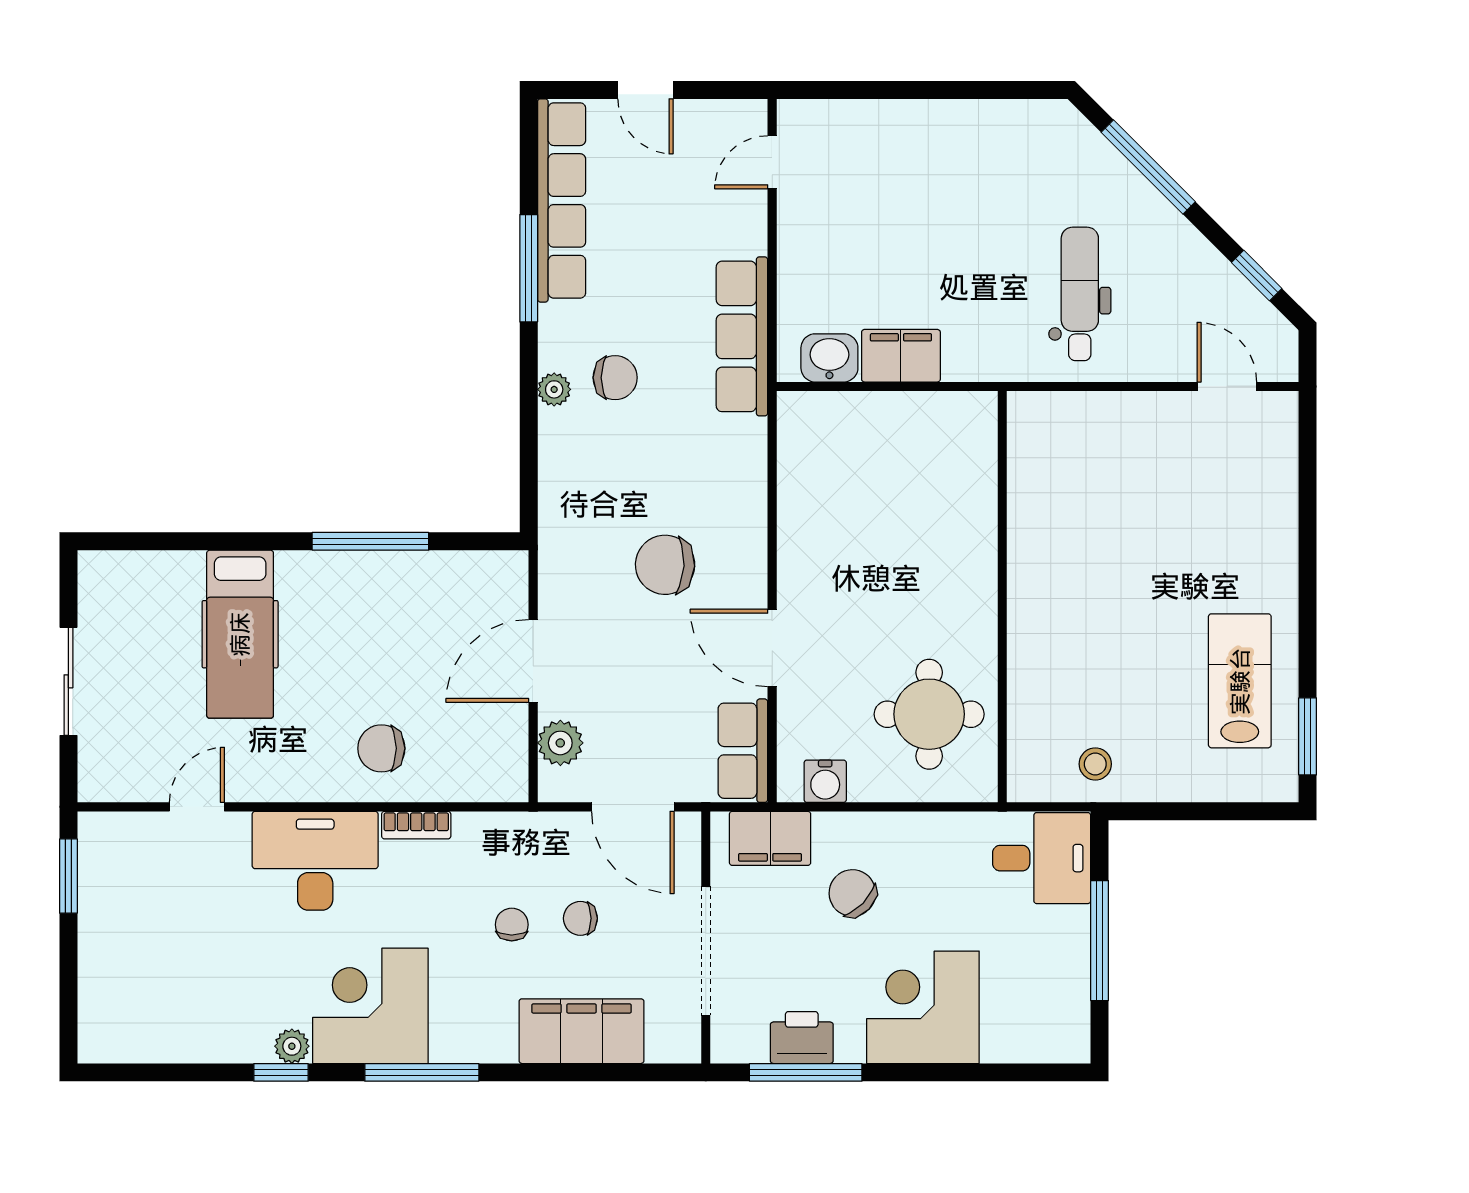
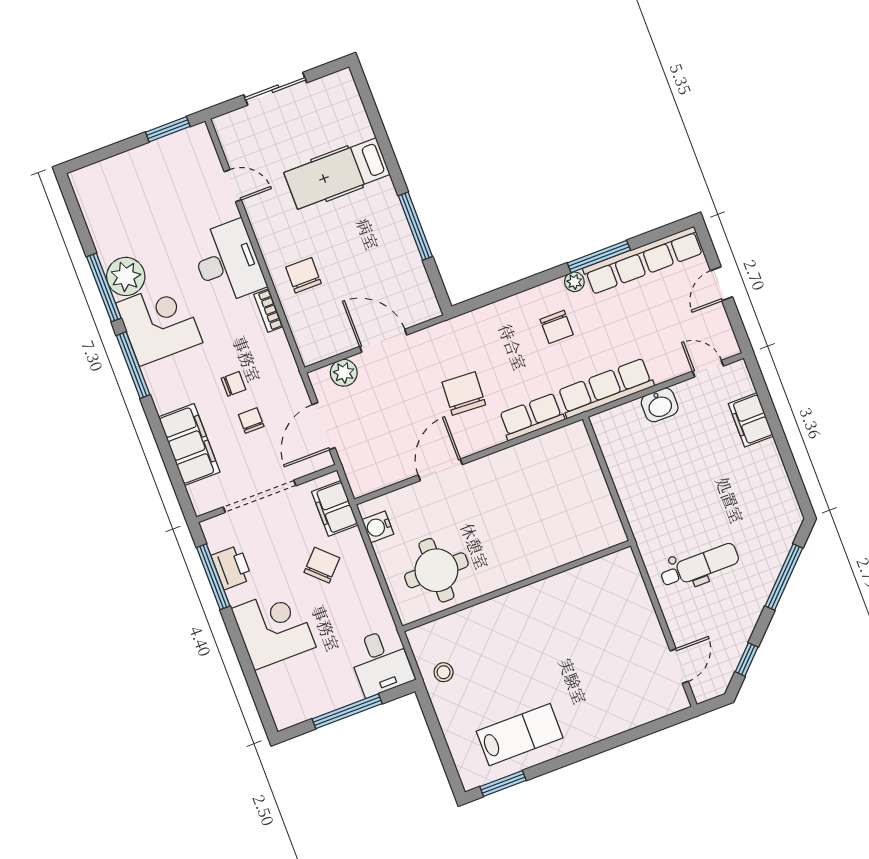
filing cabinet: (901, 356) -> (751, 420), moved, turned 180
washbasin: (829, 358) -> (660, 405), moved, turned 90
plant: (554, 389) -> (574, 282), moved
row of seats: (743, 751) -> (532, 417), moved
plant: (292, 1046) -> (126, 276), width x1.87, depth x1.87
window: (281, 1072) -> (104, 287), width x2.17

